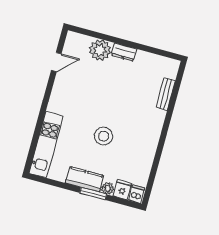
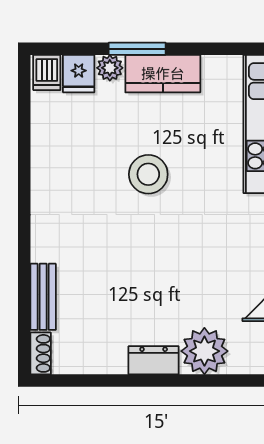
shoe rack: (174, 69) -> (41, 353), added

